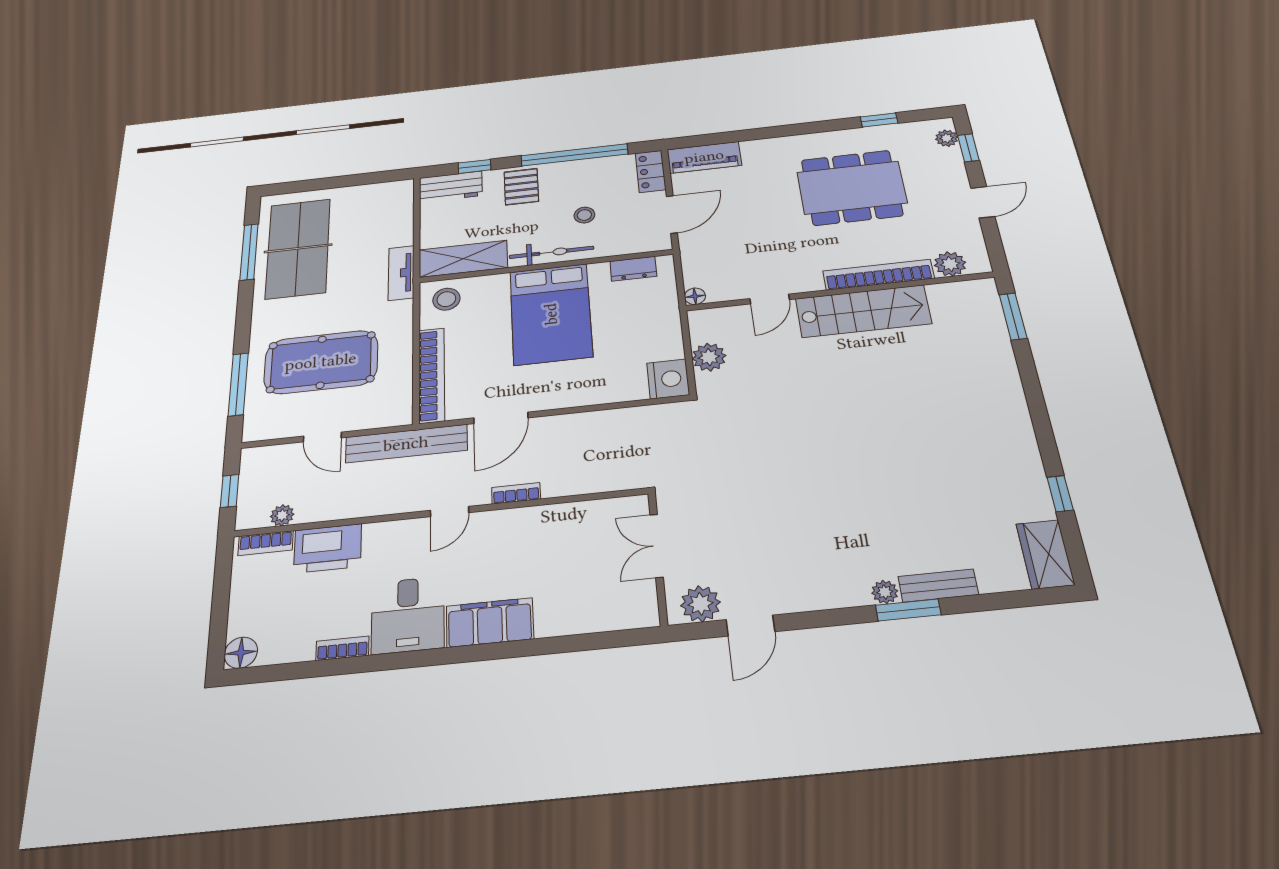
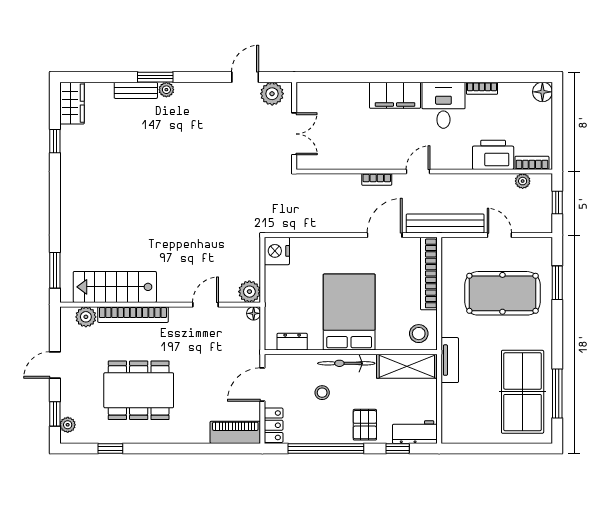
stairs: (863, 311) -> (115, 287), moved
plant: (709, 357) -> (249, 292), moved
window: (238, 384) -> (557, 283), width x0.69

